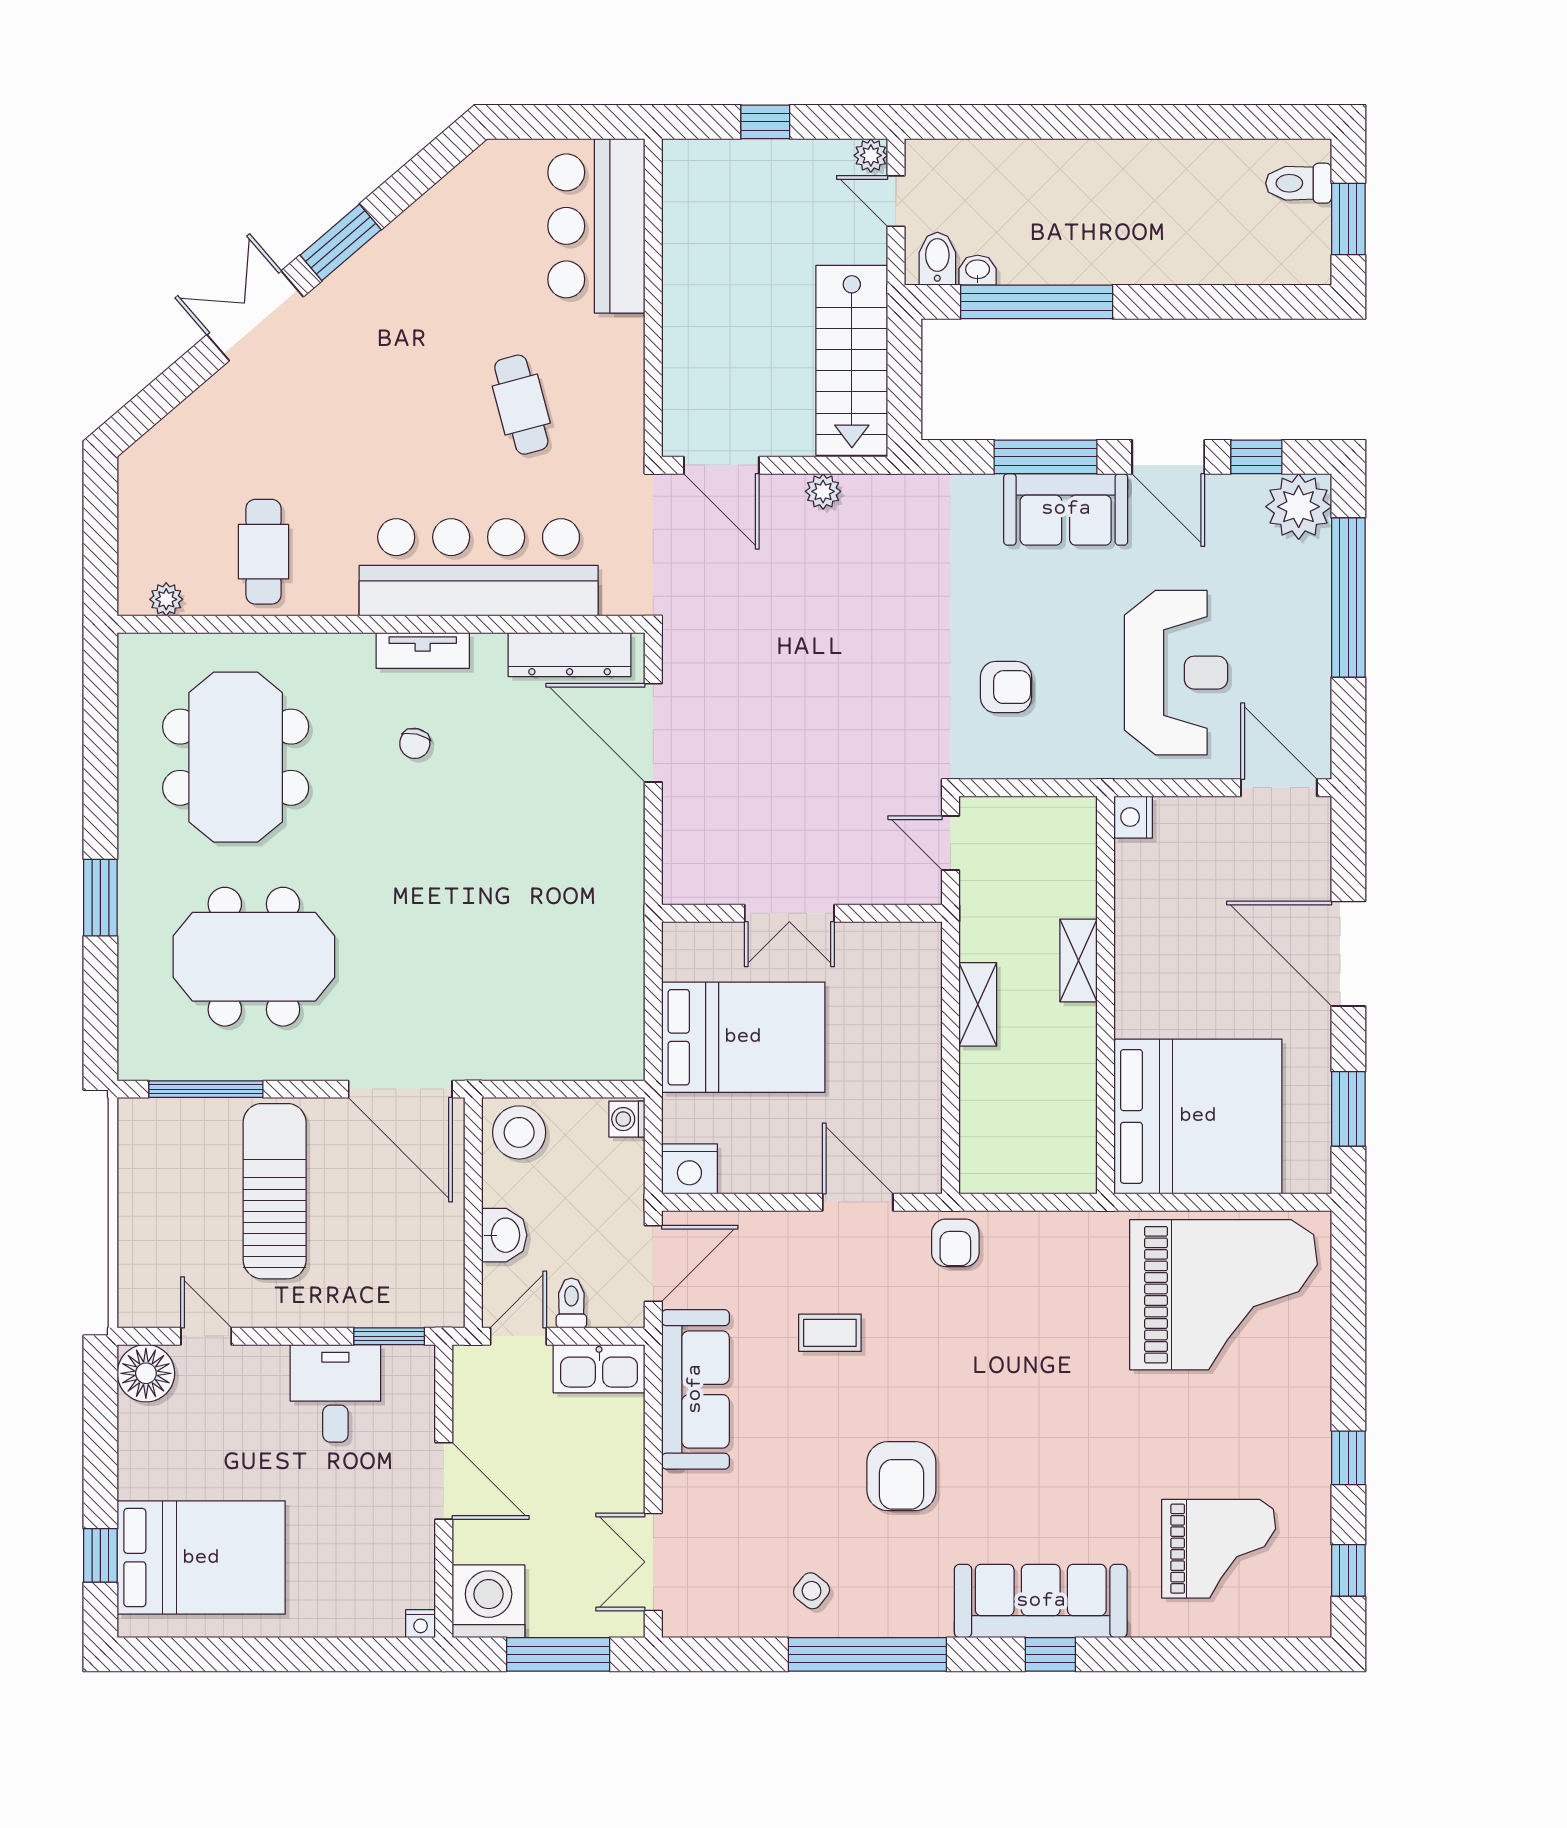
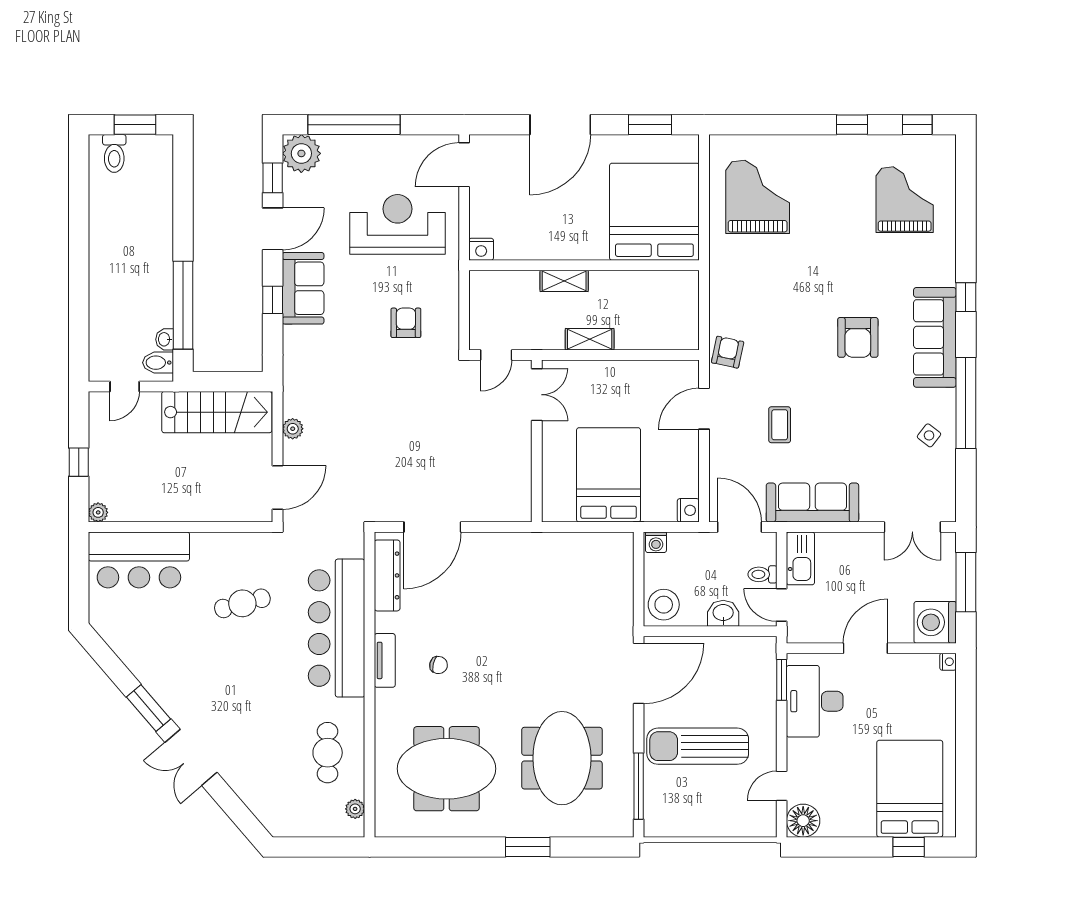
plant: (871, 155) -> (98, 512), moved
window: (1046, 457) -> (273, 300), width x0.46
cafe table: (263, 552) -> (328, 753), turned 90
double door: (789, 913) -> (537, 395), moved
nightstand: (689, 1169) -> (688, 510), width x0.74, depth x0.75
armchair: (955, 1243) -> (728, 352), turned -78
grand piano: (1224, 1295) -> (758, 197), width x0.73, depth x0.68
desk: (335, 1393) -> (815, 701), width x1.37
armchair: (901, 1476) -> (858, 337), moved, turned 90
sofa: (1041, 1601) -> (935, 337), moved

